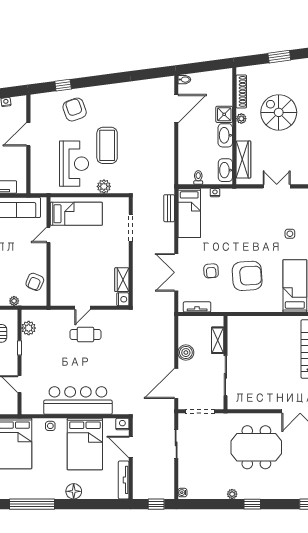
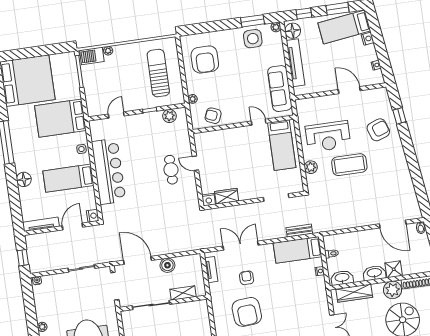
plant: (241, 119) -> (393, 290), width x1.88, depth x1.88
armchair: (211, 271) -> (247, 278), turned 93
bed: (85, 444) -> (68, 178), width x0.67

